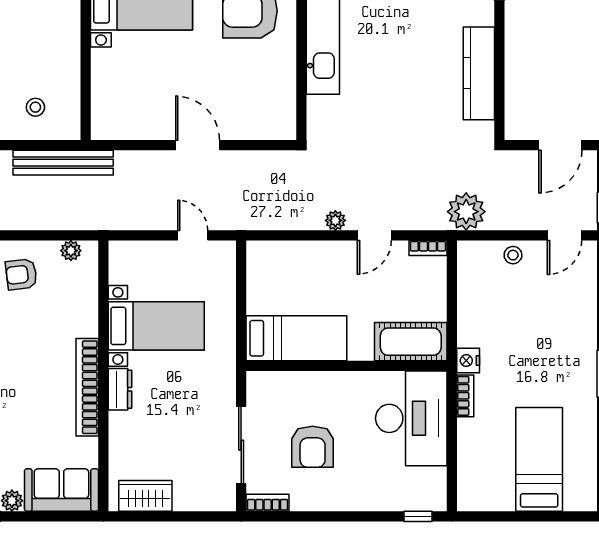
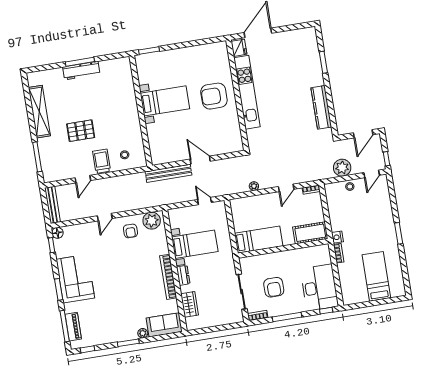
bench: (63, 163) -> (169, 173), moved
plant: (466, 212) -> (342, 168), moved
plant: (335, 220) -> (254, 186), moved
plant: (71, 251) -> (152, 221), width x1.87, depth x1.87
armchair: (21, 274) -> (130, 231), turned -83
desk: (411, 418) -> (319, 288), moved
wardrobe: (145, 496) -> (190, 304), moved, turned 90
window: (330, 516) -> (287, 317), added

